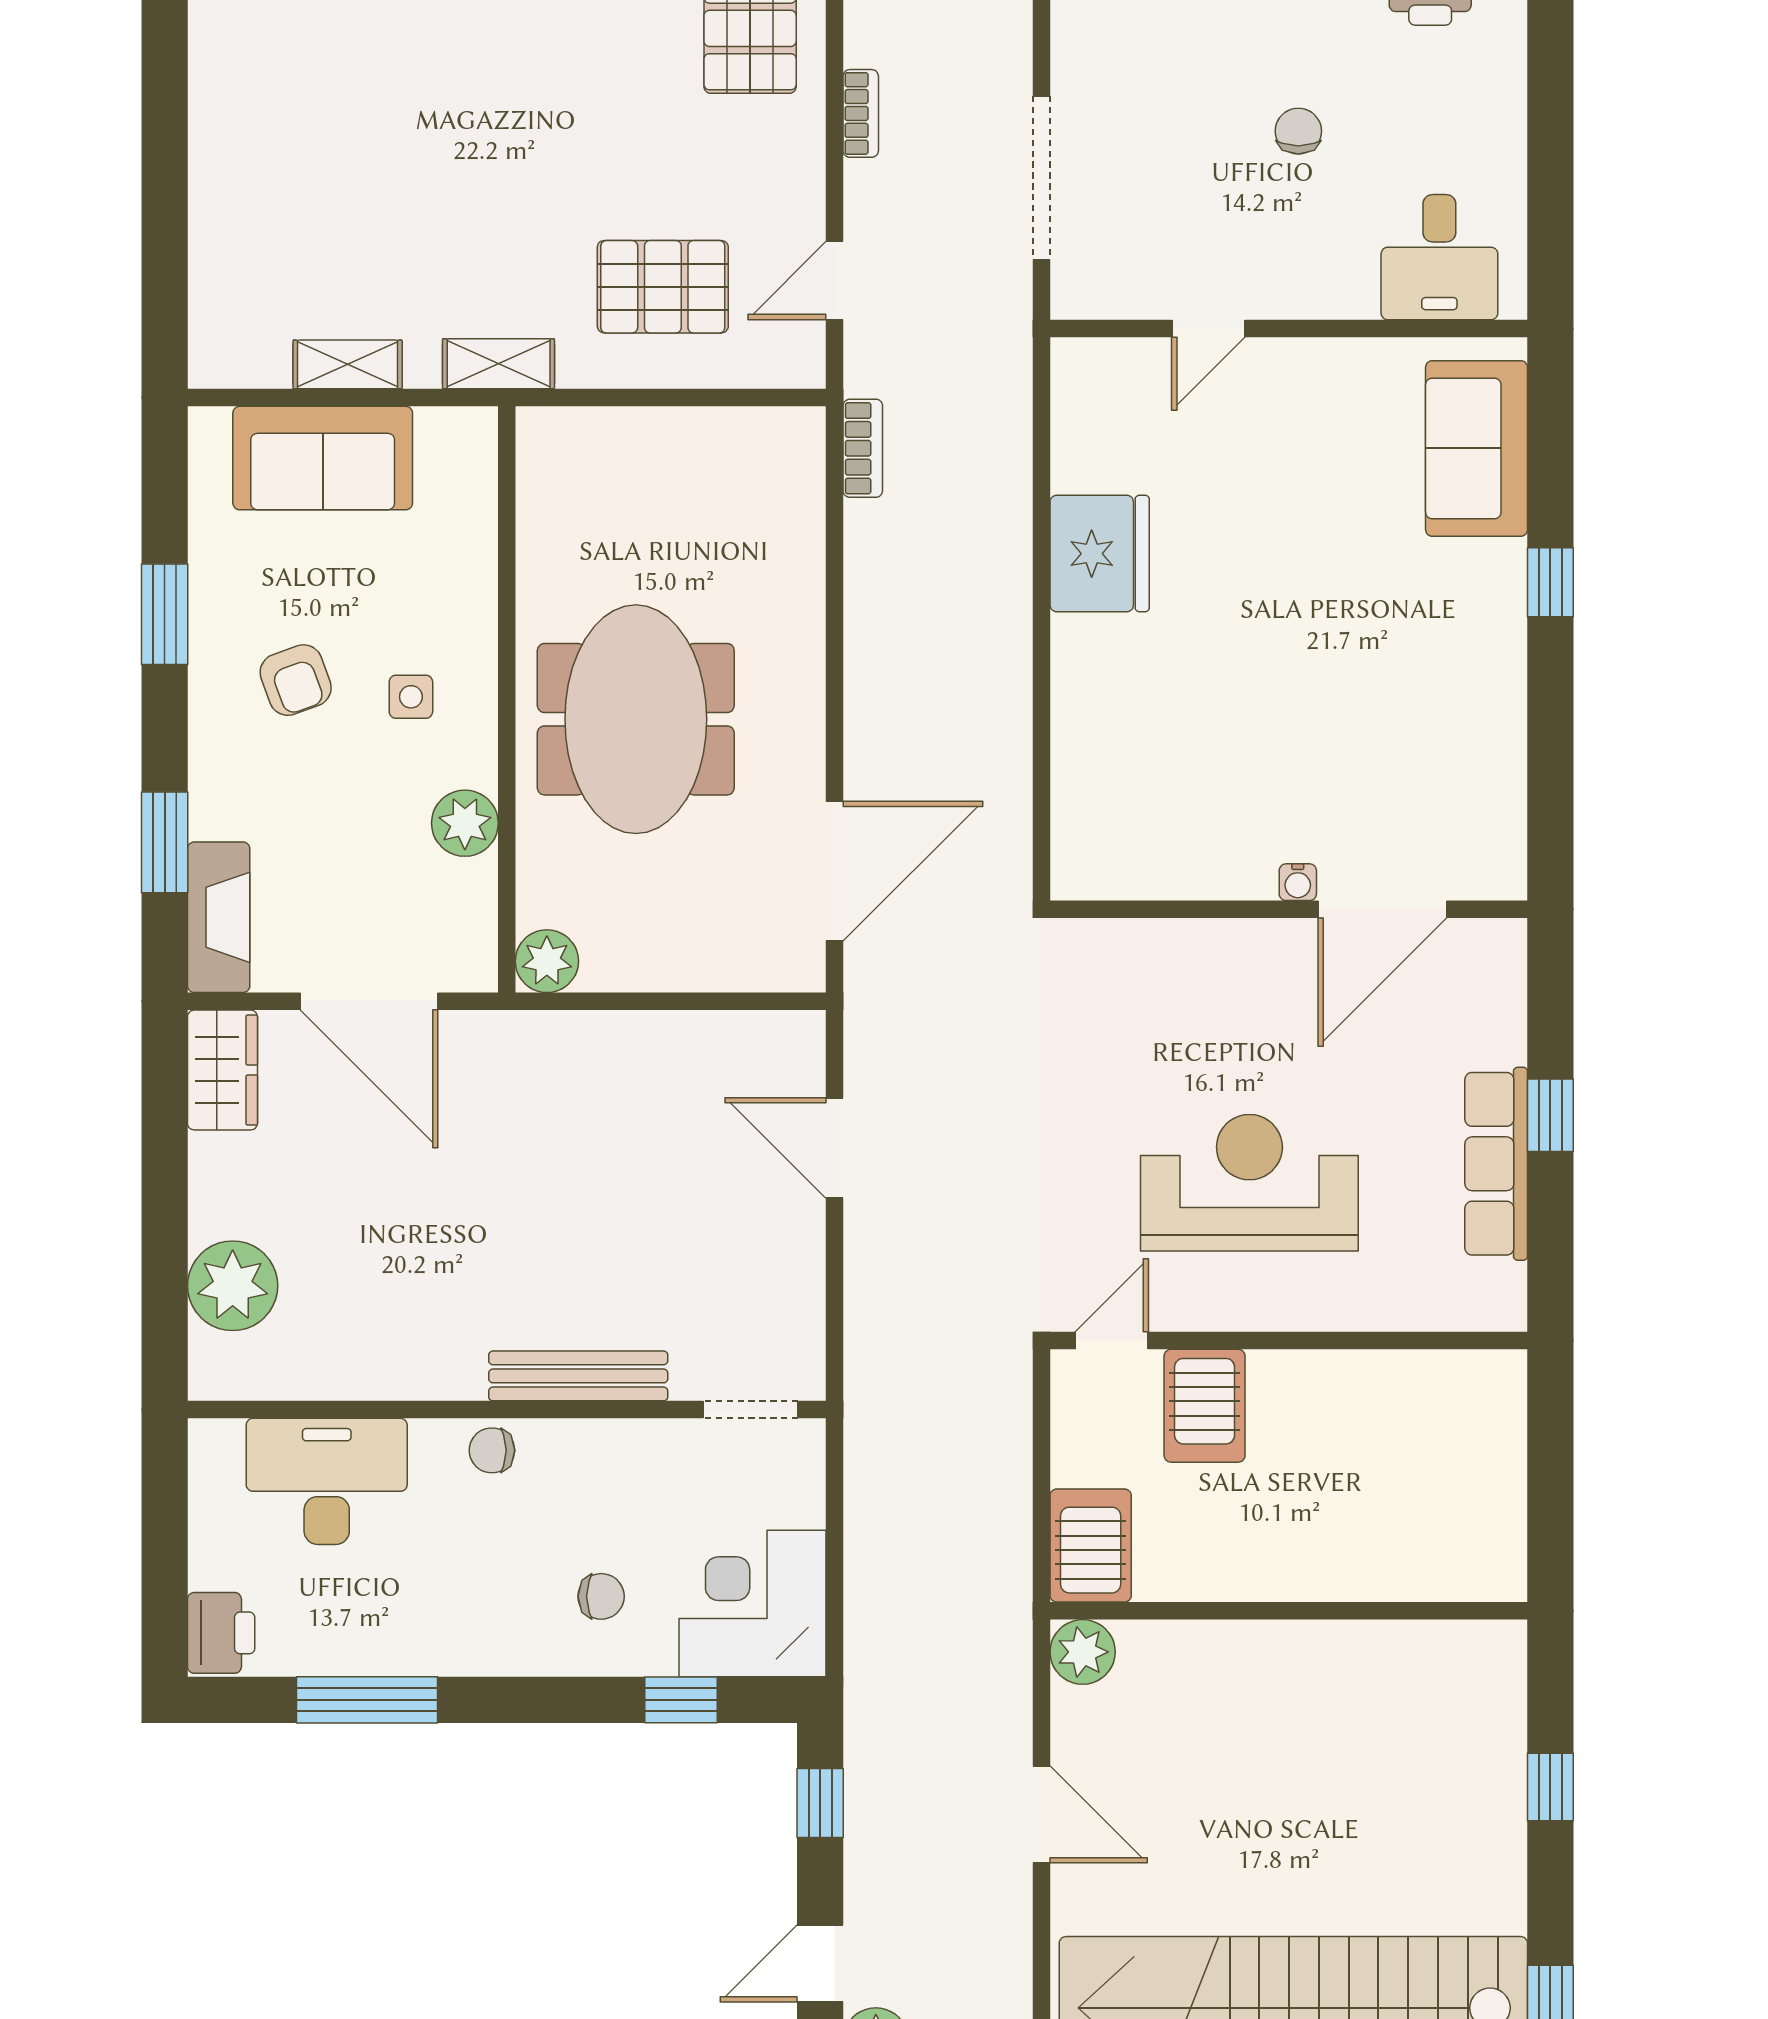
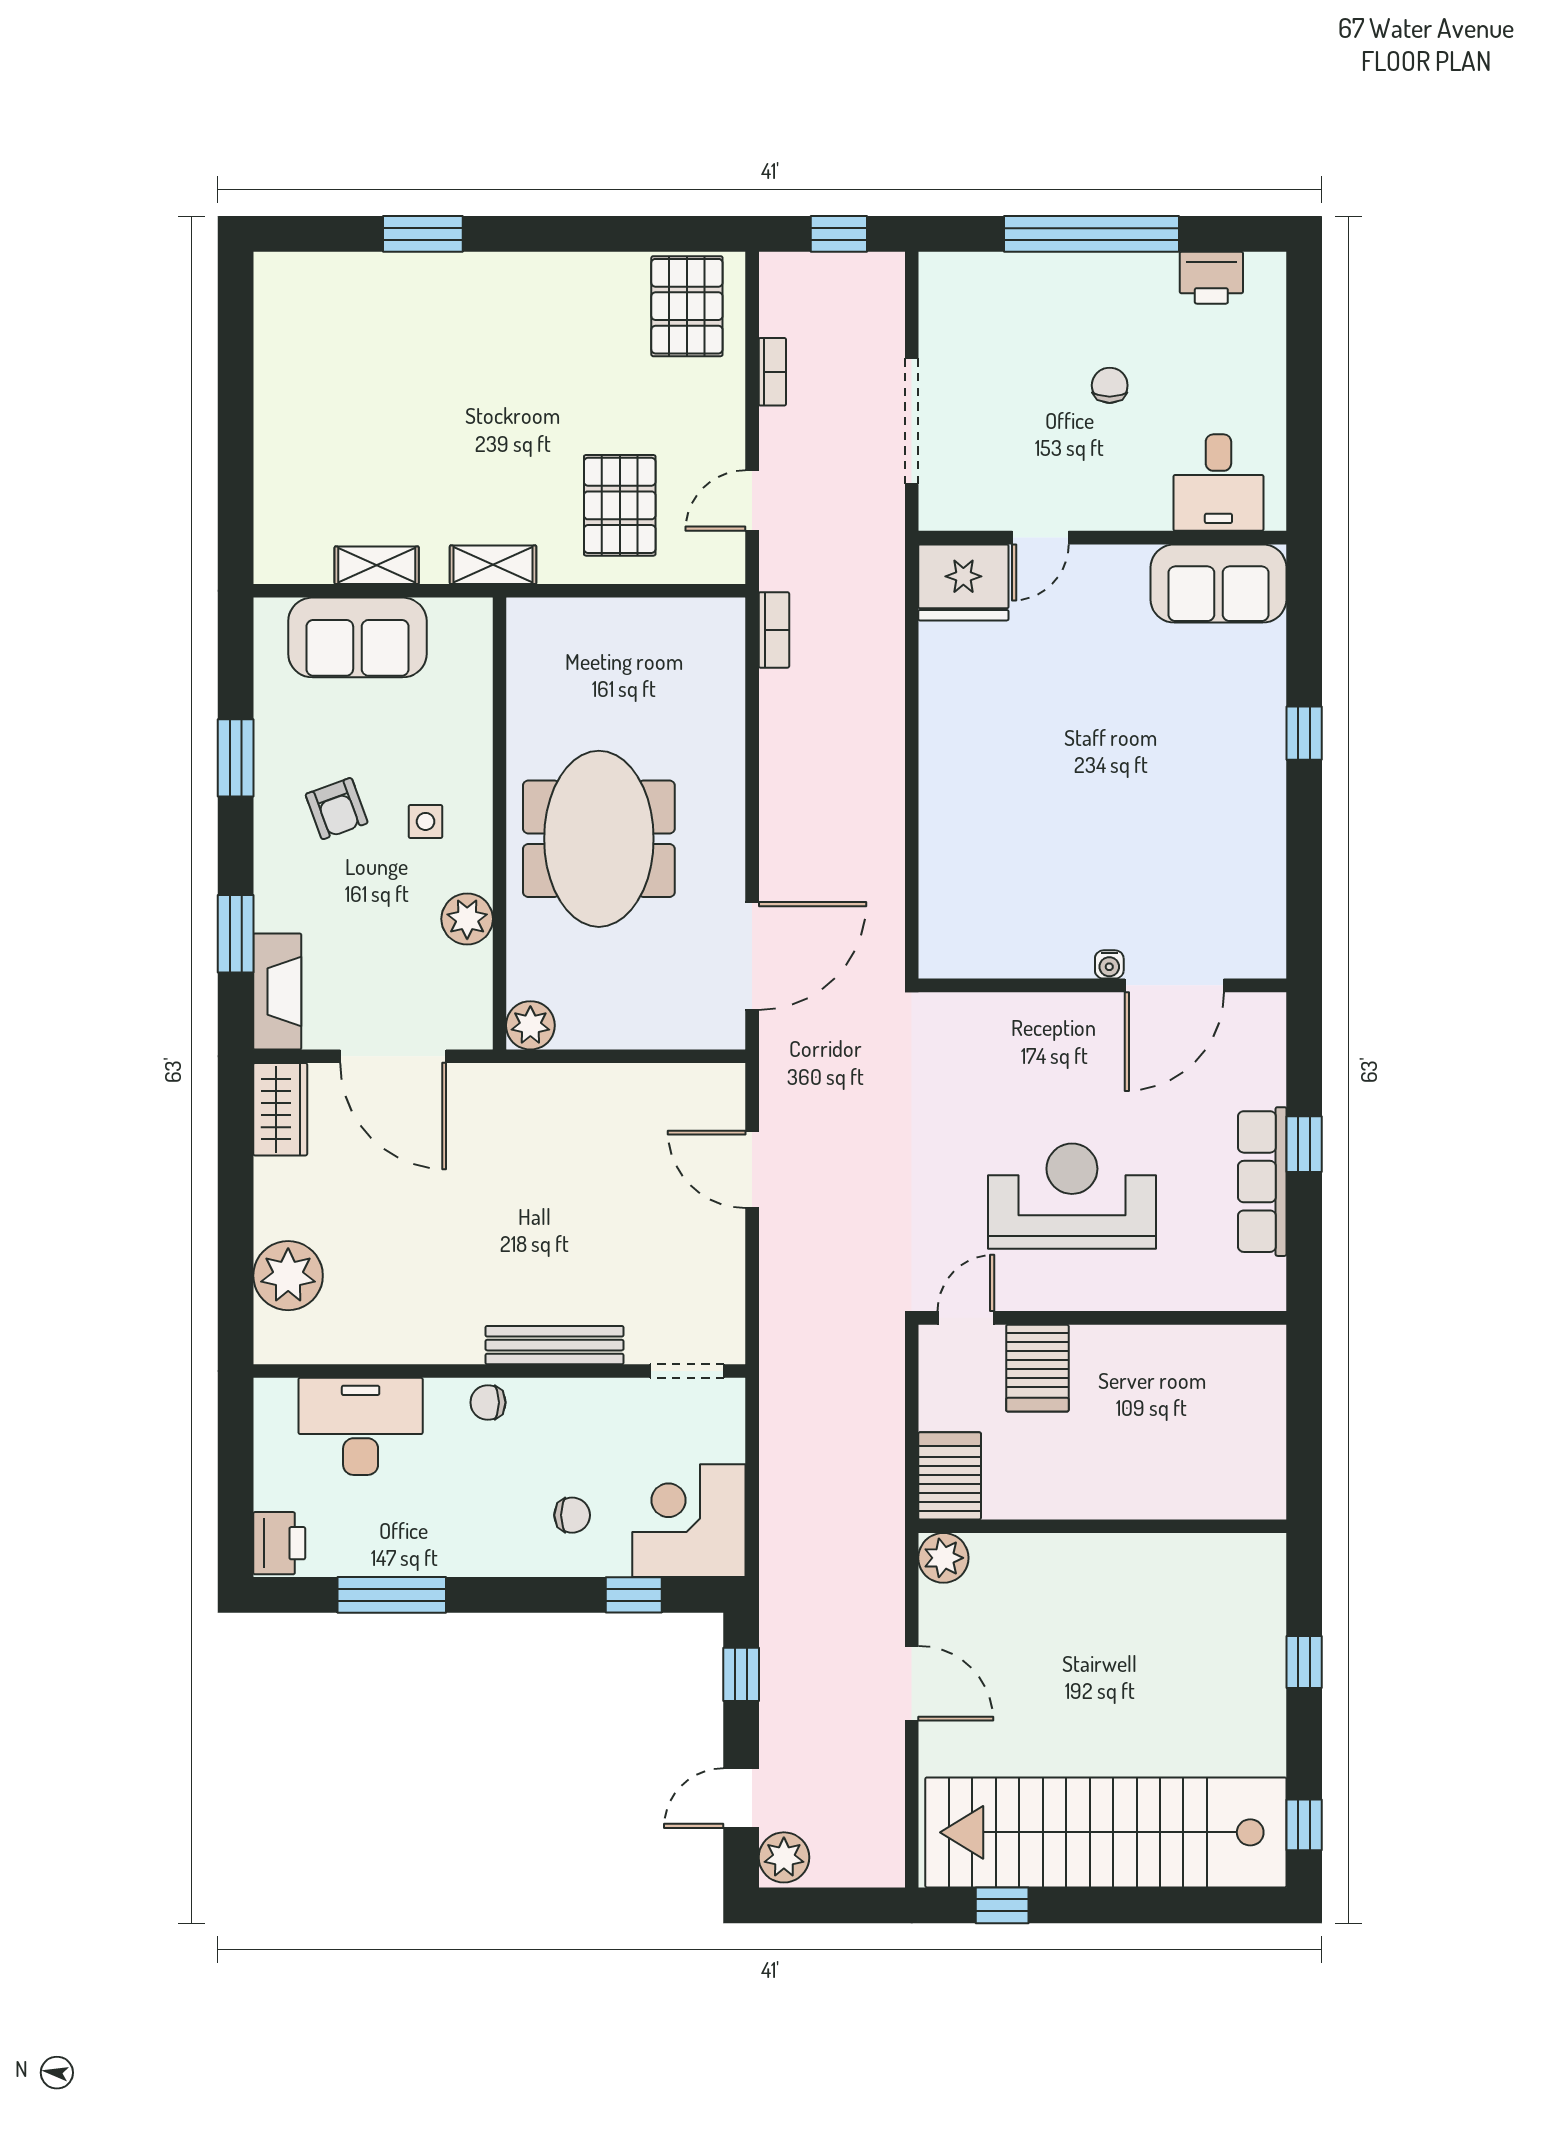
pallet: (663, 287) -> (620, 505), turned 90
sofa: (1477, 448) -> (1218, 583), moved, turned -90
fridge: (1100, 554) -> (963, 582), moved, turned 90

